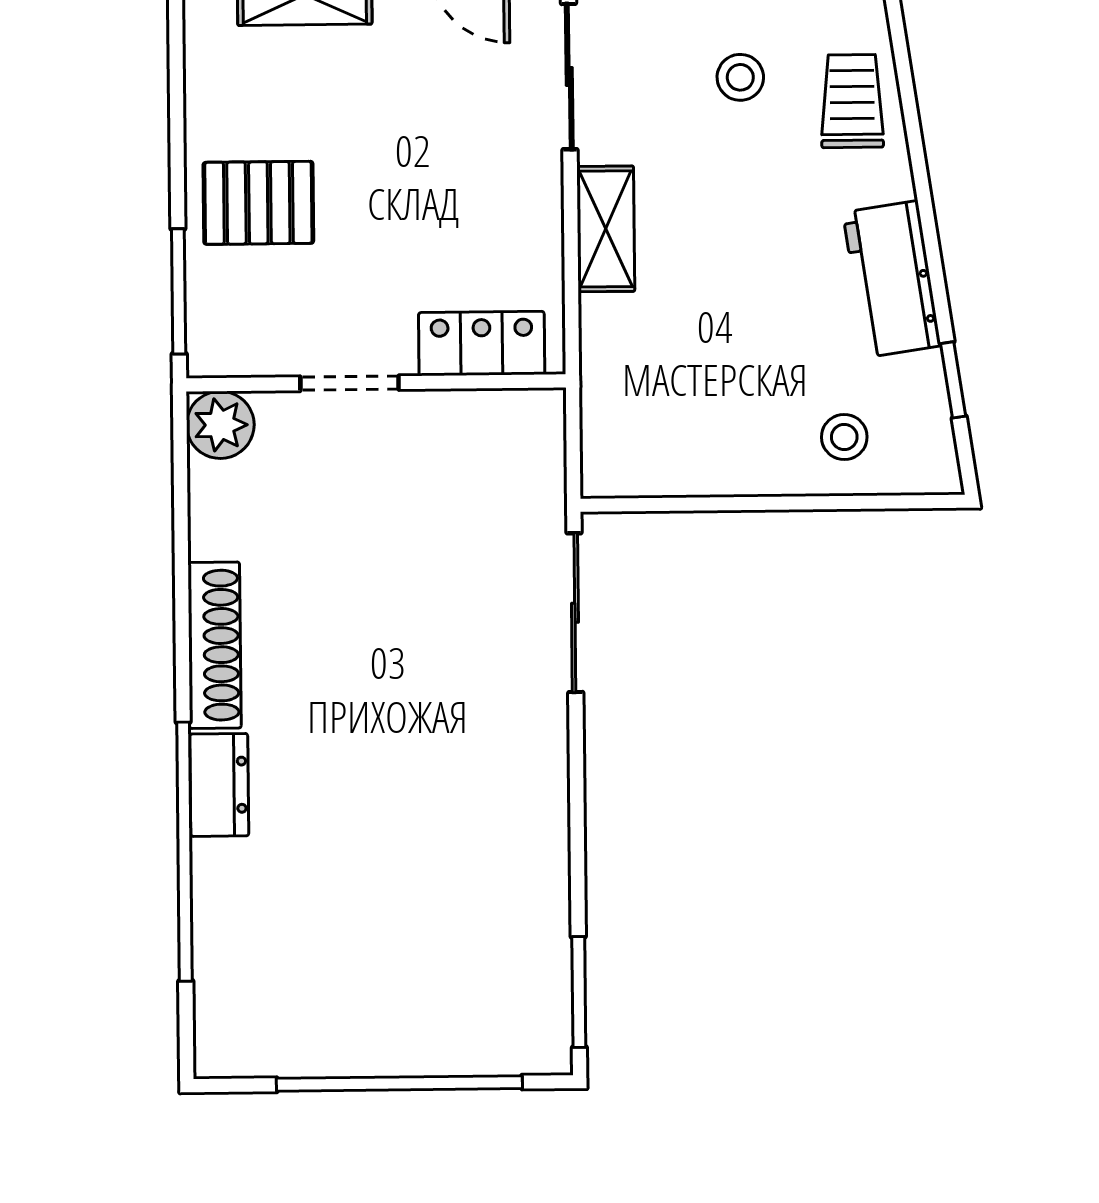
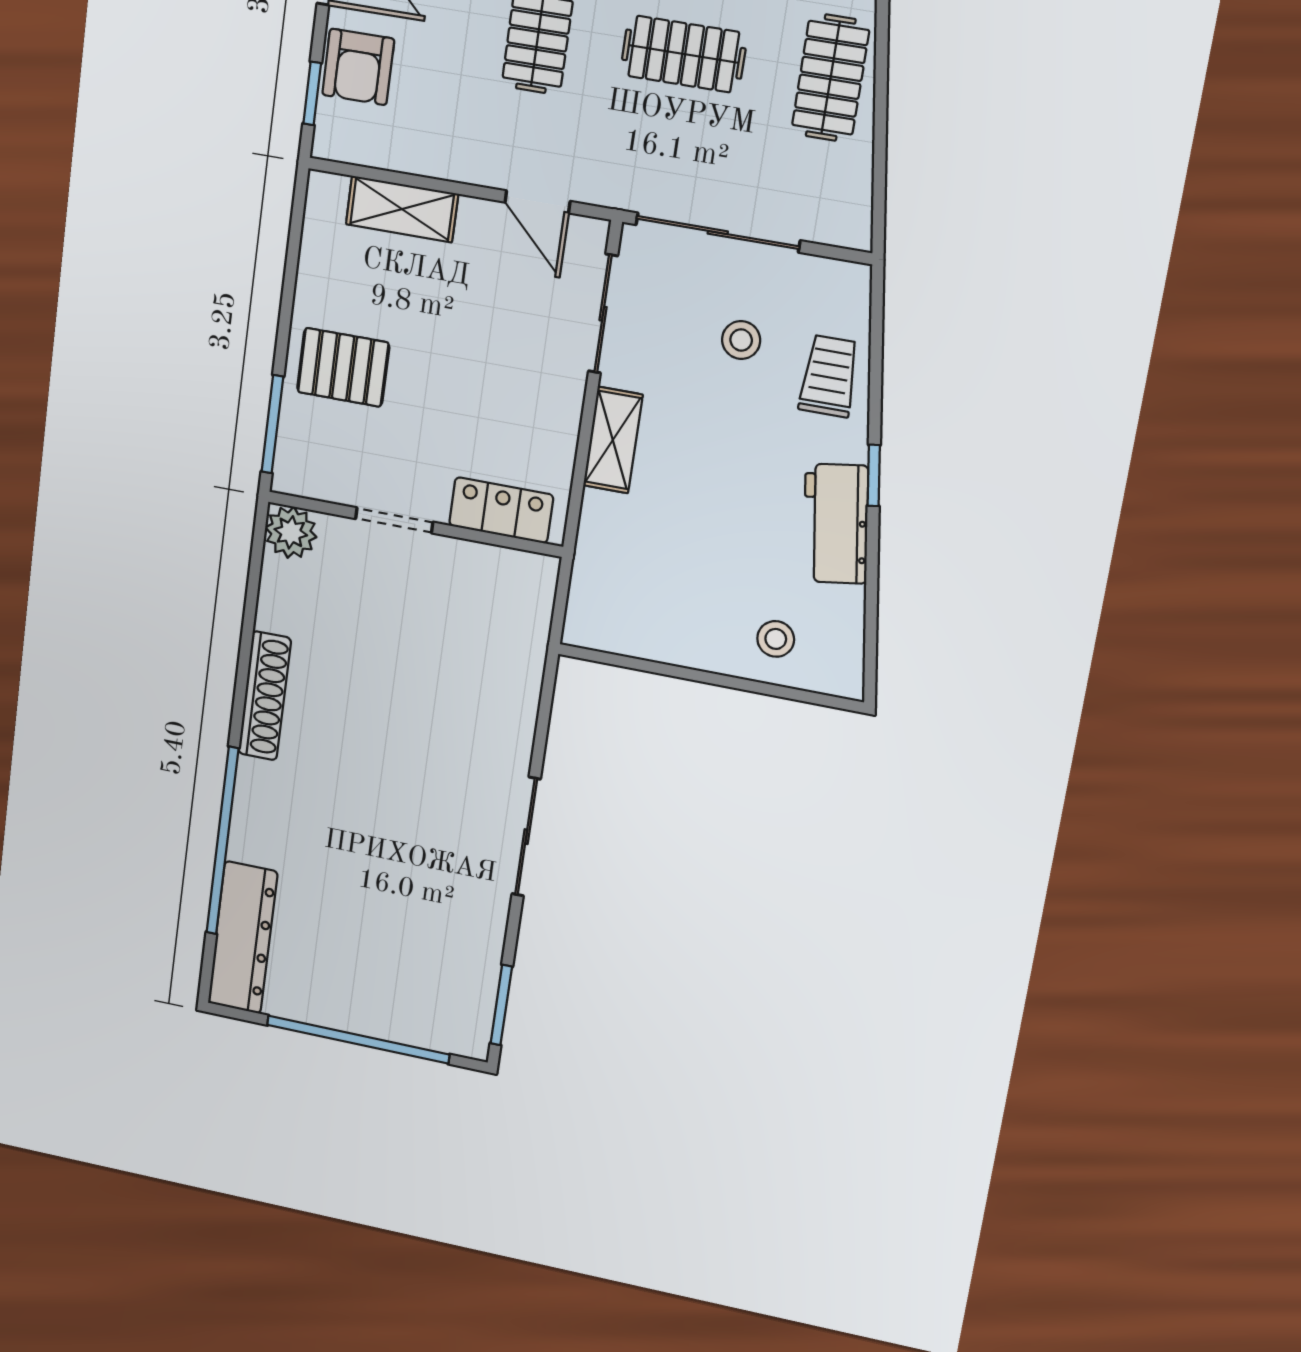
window: (953, 380) -> (874, 475), moved
sliding door: (575, 613) -> (526, 837), moved
dresser: (219, 785) -> (243, 938), moved, width x1.96, depth x1.24

